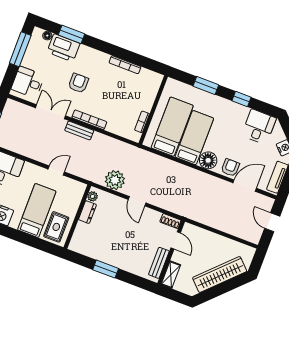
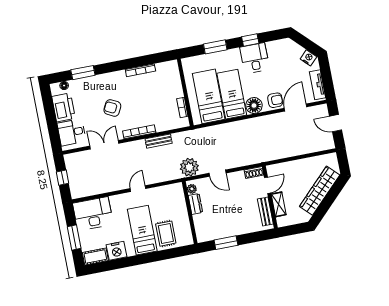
printer: (64, 48) -> (64, 107), moved, turned -90
window: (20, 49) -> (49, 110), removed
armchair: (78, 83) -> (112, 108), turned -63
desk: (259, 127) -> (255, 58), moved
bench: (79, 130) -> (159, 141), moved
armchair: (230, 168) -> (275, 100), turned 90
plant: (93, 196) -> (192, 189), moved
dresser: (87, 212) -> (195, 204), moved
wall: (77, 217) -> (190, 213), moved
door: (176, 240) -> (268, 185), hinge flipped
shelving: (171, 275) -> (279, 204), moved

